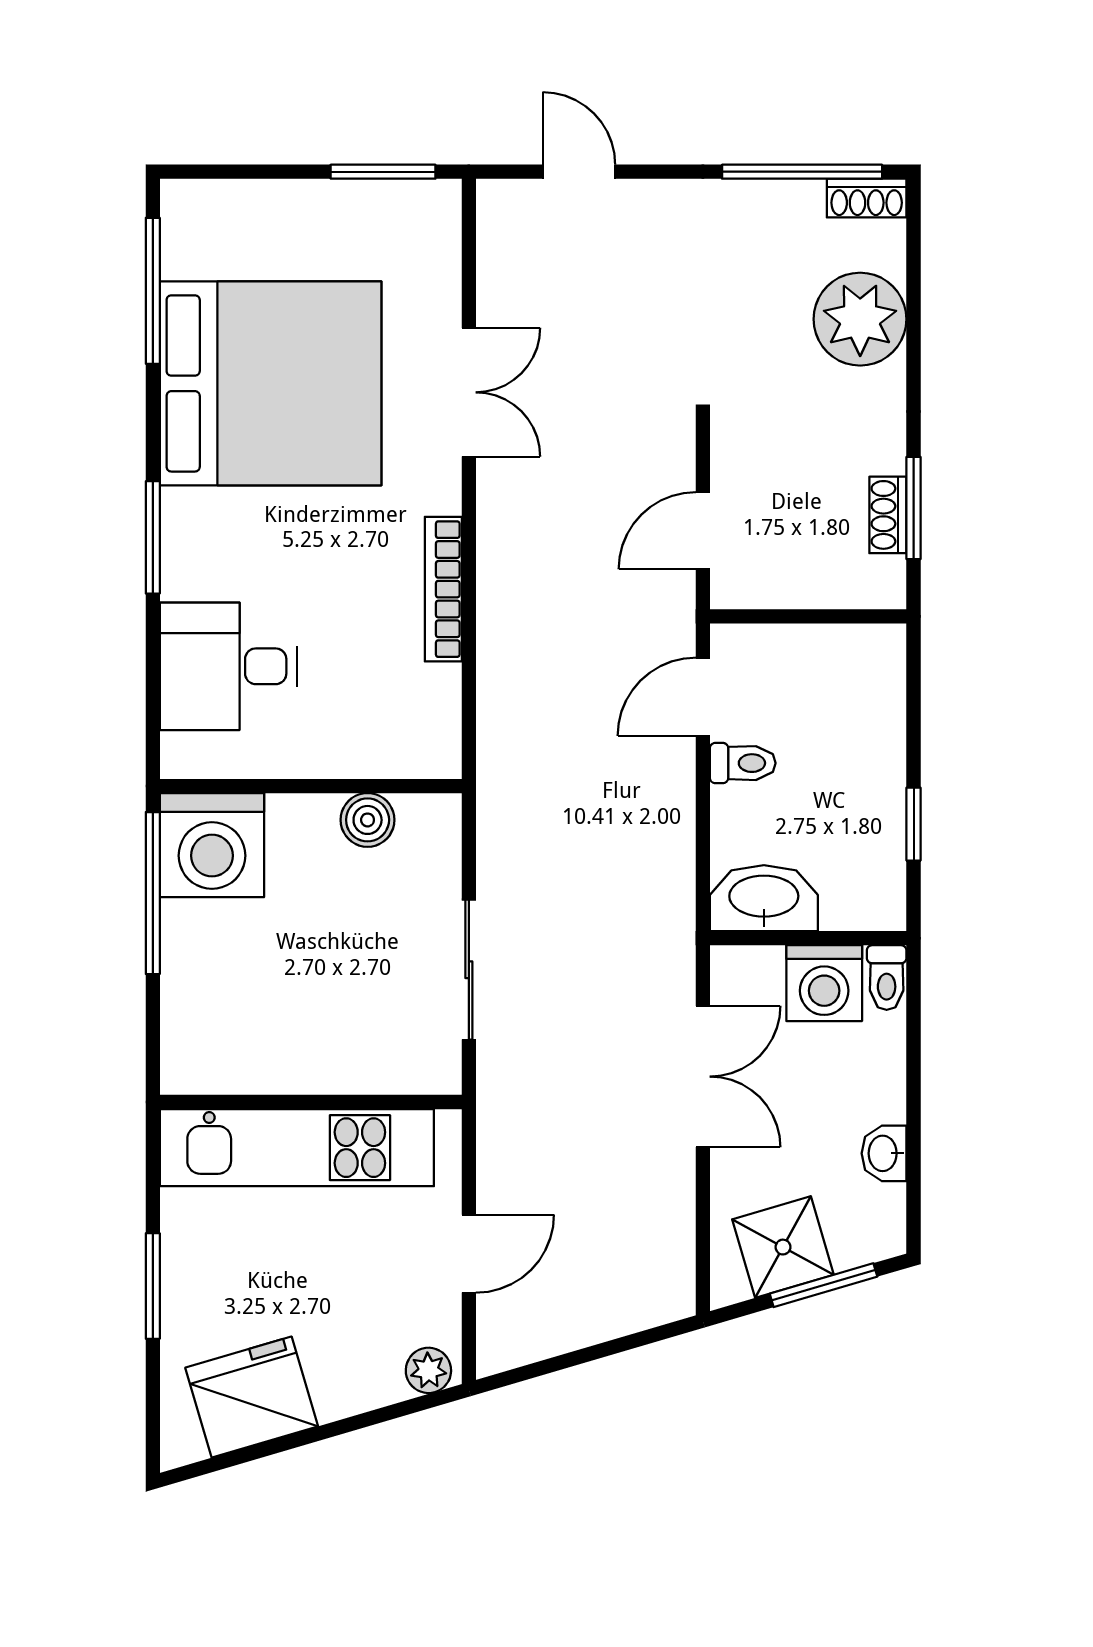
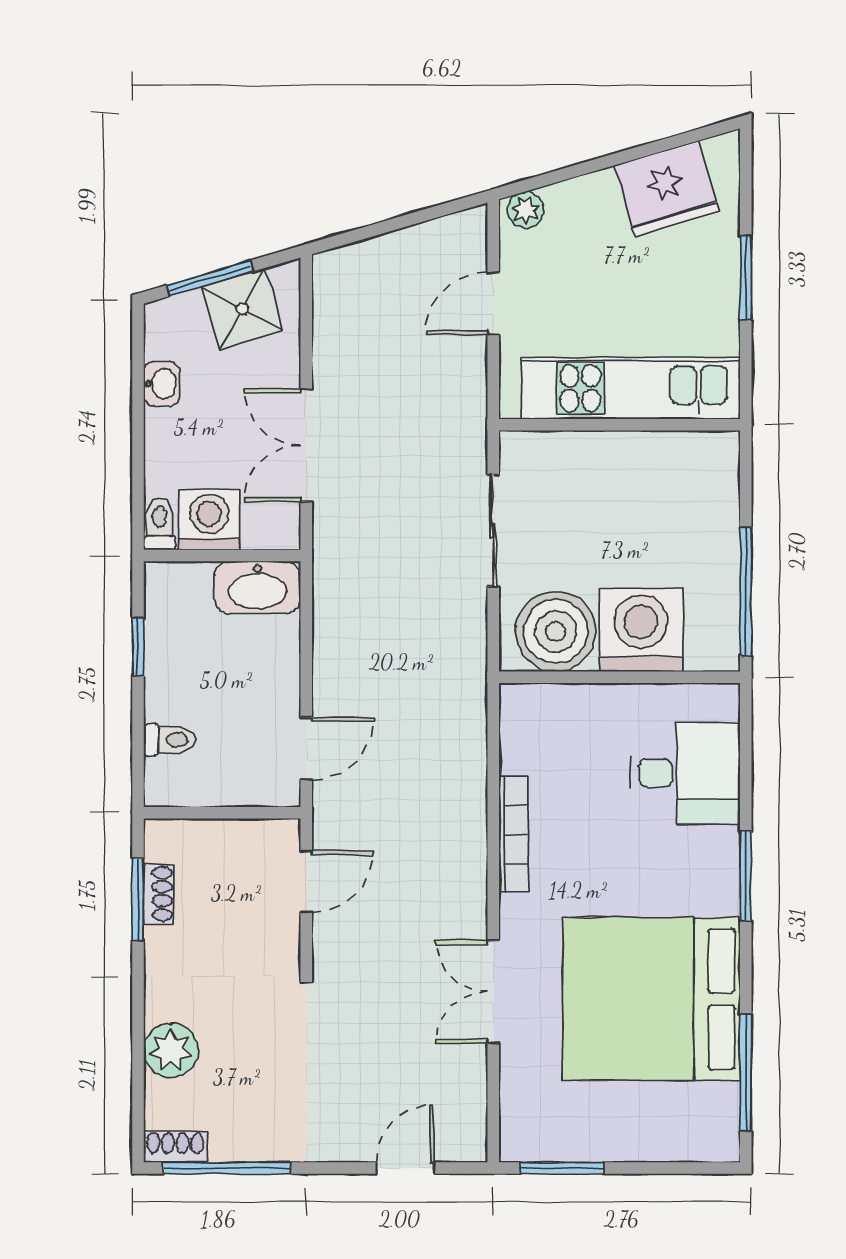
door: (579, 172) -> (405, 1168), swing flipped
plant: (860, 319) -> (171, 1050), width x0.73, depth x0.73
toilet: (743, 763) -> (170, 740), moved, turned 180
boiler: (368, 820) -> (556, 631), width x1.86, depth x1.86
washing machine: (212, 845) -> (641, 630), moved

